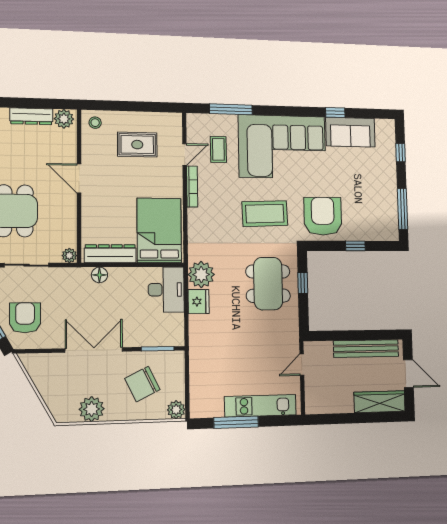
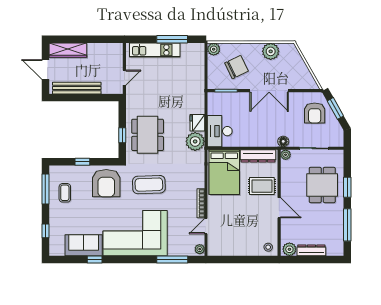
plant: (193, 123) -> (200, 249), added
rug: (137, 145) -> (262, 186), moved
coffee table: (218, 149) -> (65, 193), moved
floor lamp: (99, 275) -> (283, 141), moved

